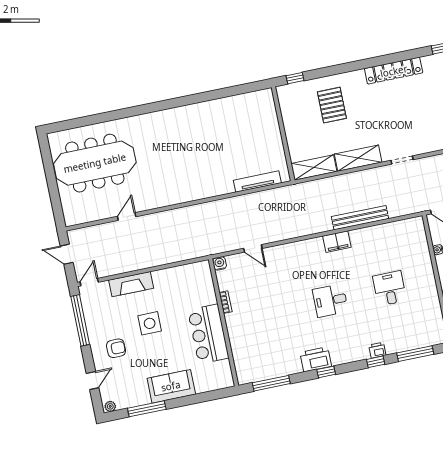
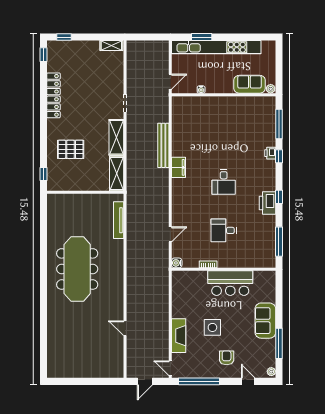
meeting table: (95, 163) -> (77, 269), moved
desk: (390, 288) -> (224, 230), moved

